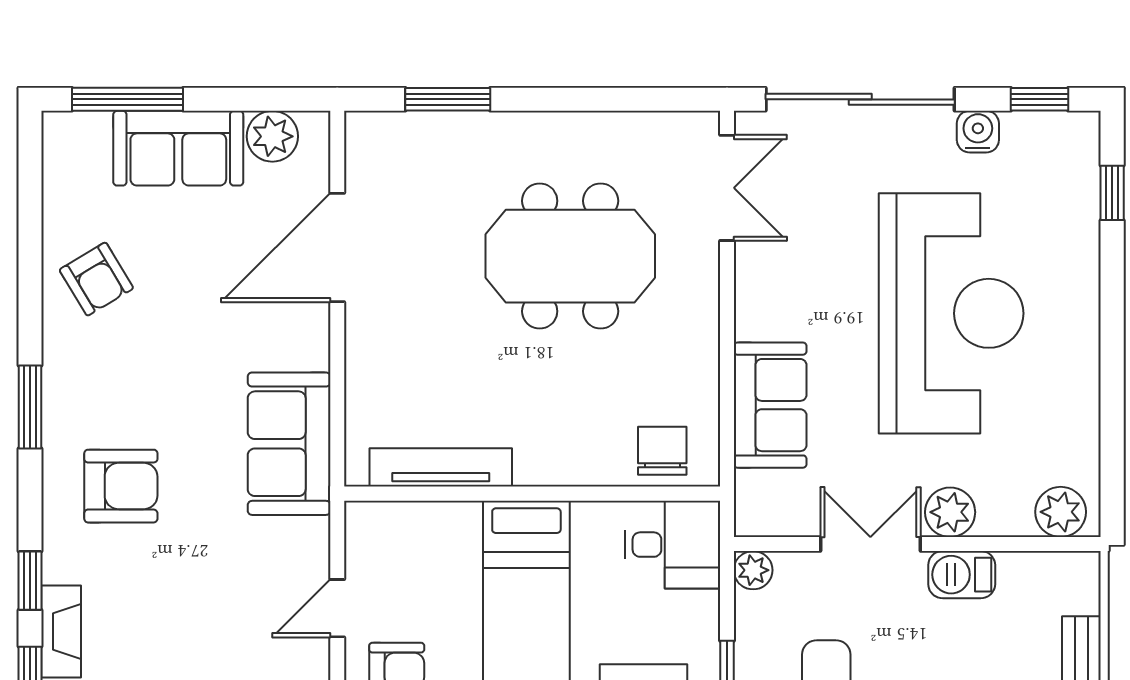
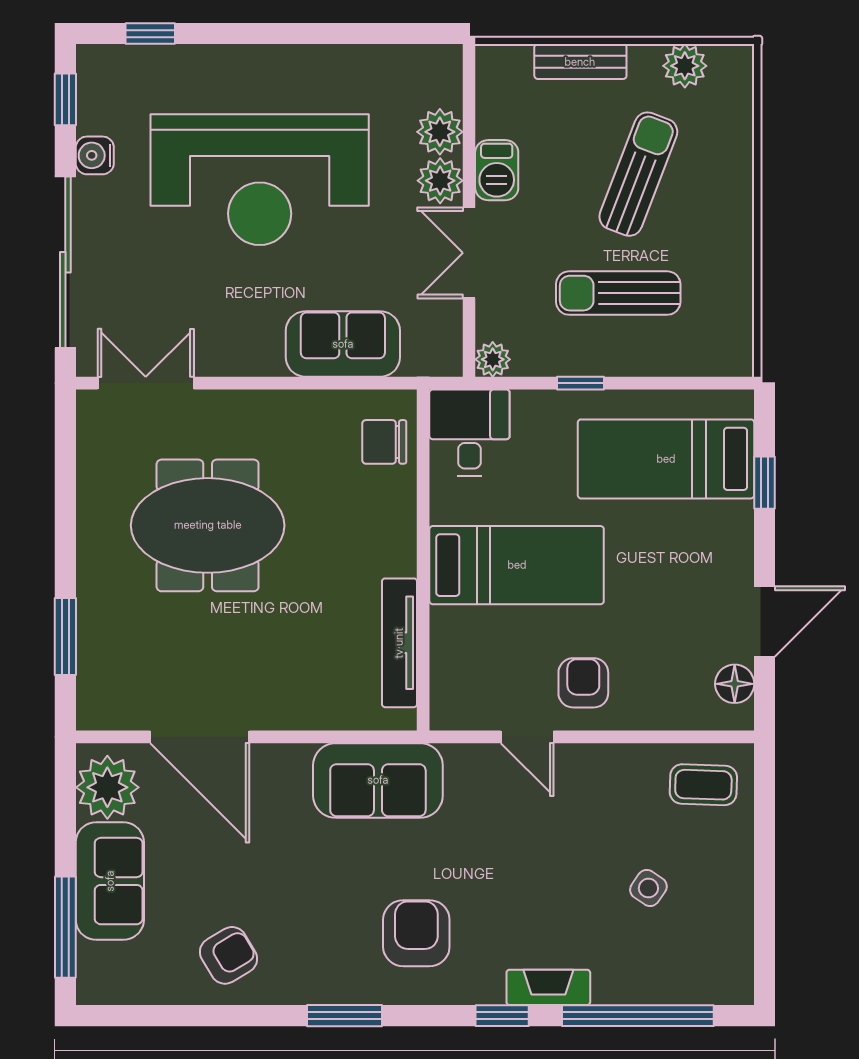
plant: (272, 136) -> (107, 787), width x1.36, depth x1.36
meeting table: (570, 256) -> (208, 525), turned 90
reception desk: (951, 313) -> (260, 180), turned 180
plant: (1061, 512) -> (440, 132), moved

